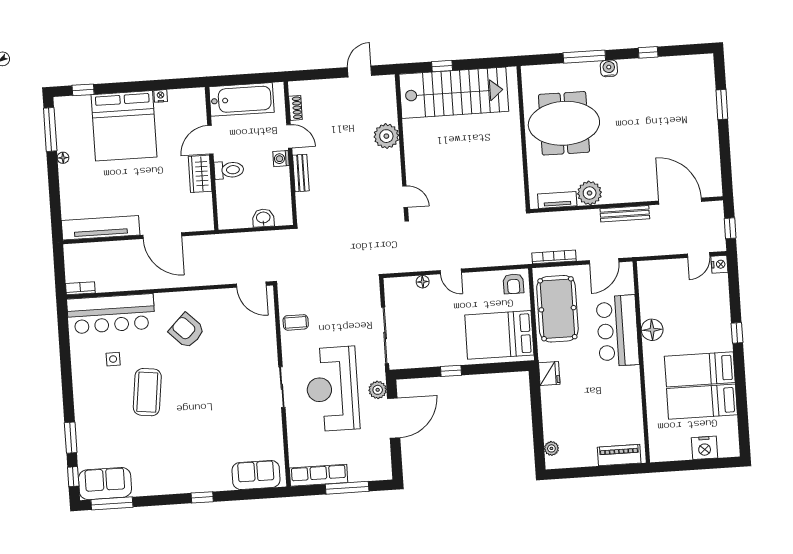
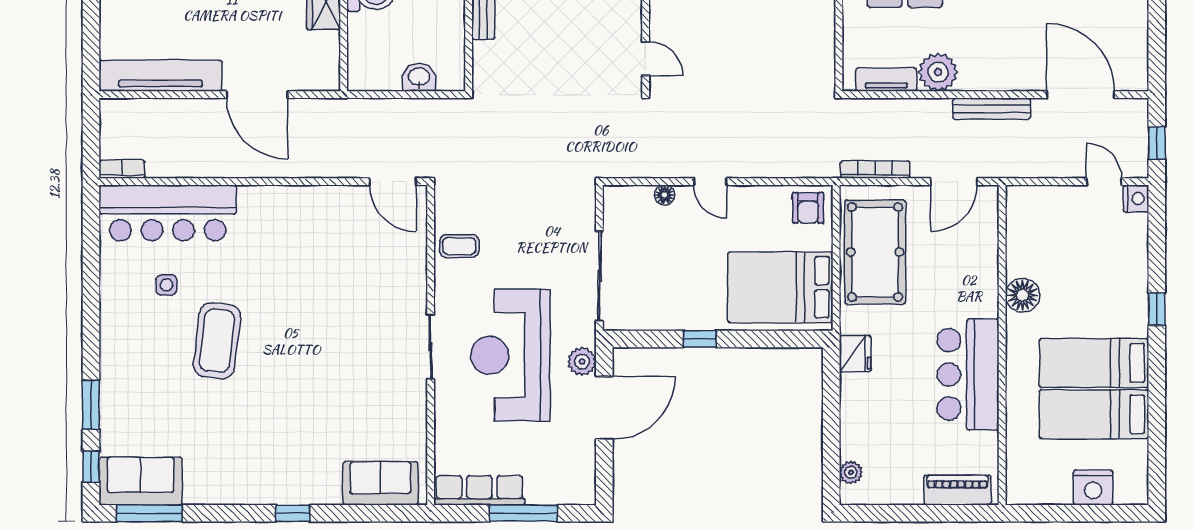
door: (699, 255) -> (1104, 182), swing flipped
armchair: (187, 331) -> (286, 248), removed
bar counter: (618, 331) -> (968, 374), moved

